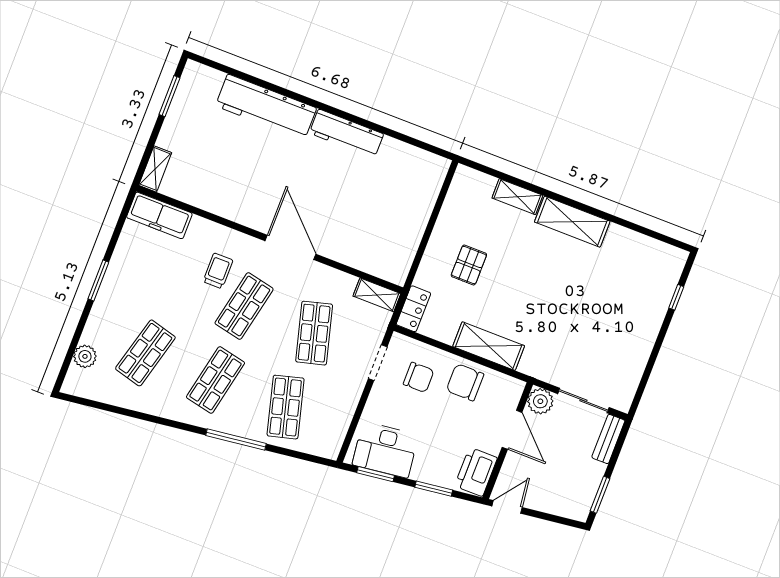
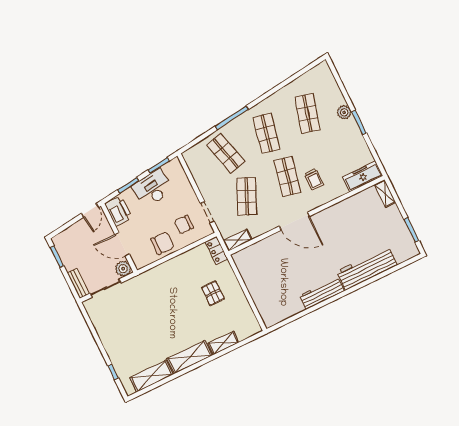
shop shelf: (314, 333) -> (247, 196), turned 39
shelving: (489, 346) -> (151, 376), moved
plant: (85, 356) -> (344, 112), moved
desk: (385, 450) -> (153, 188), moved

